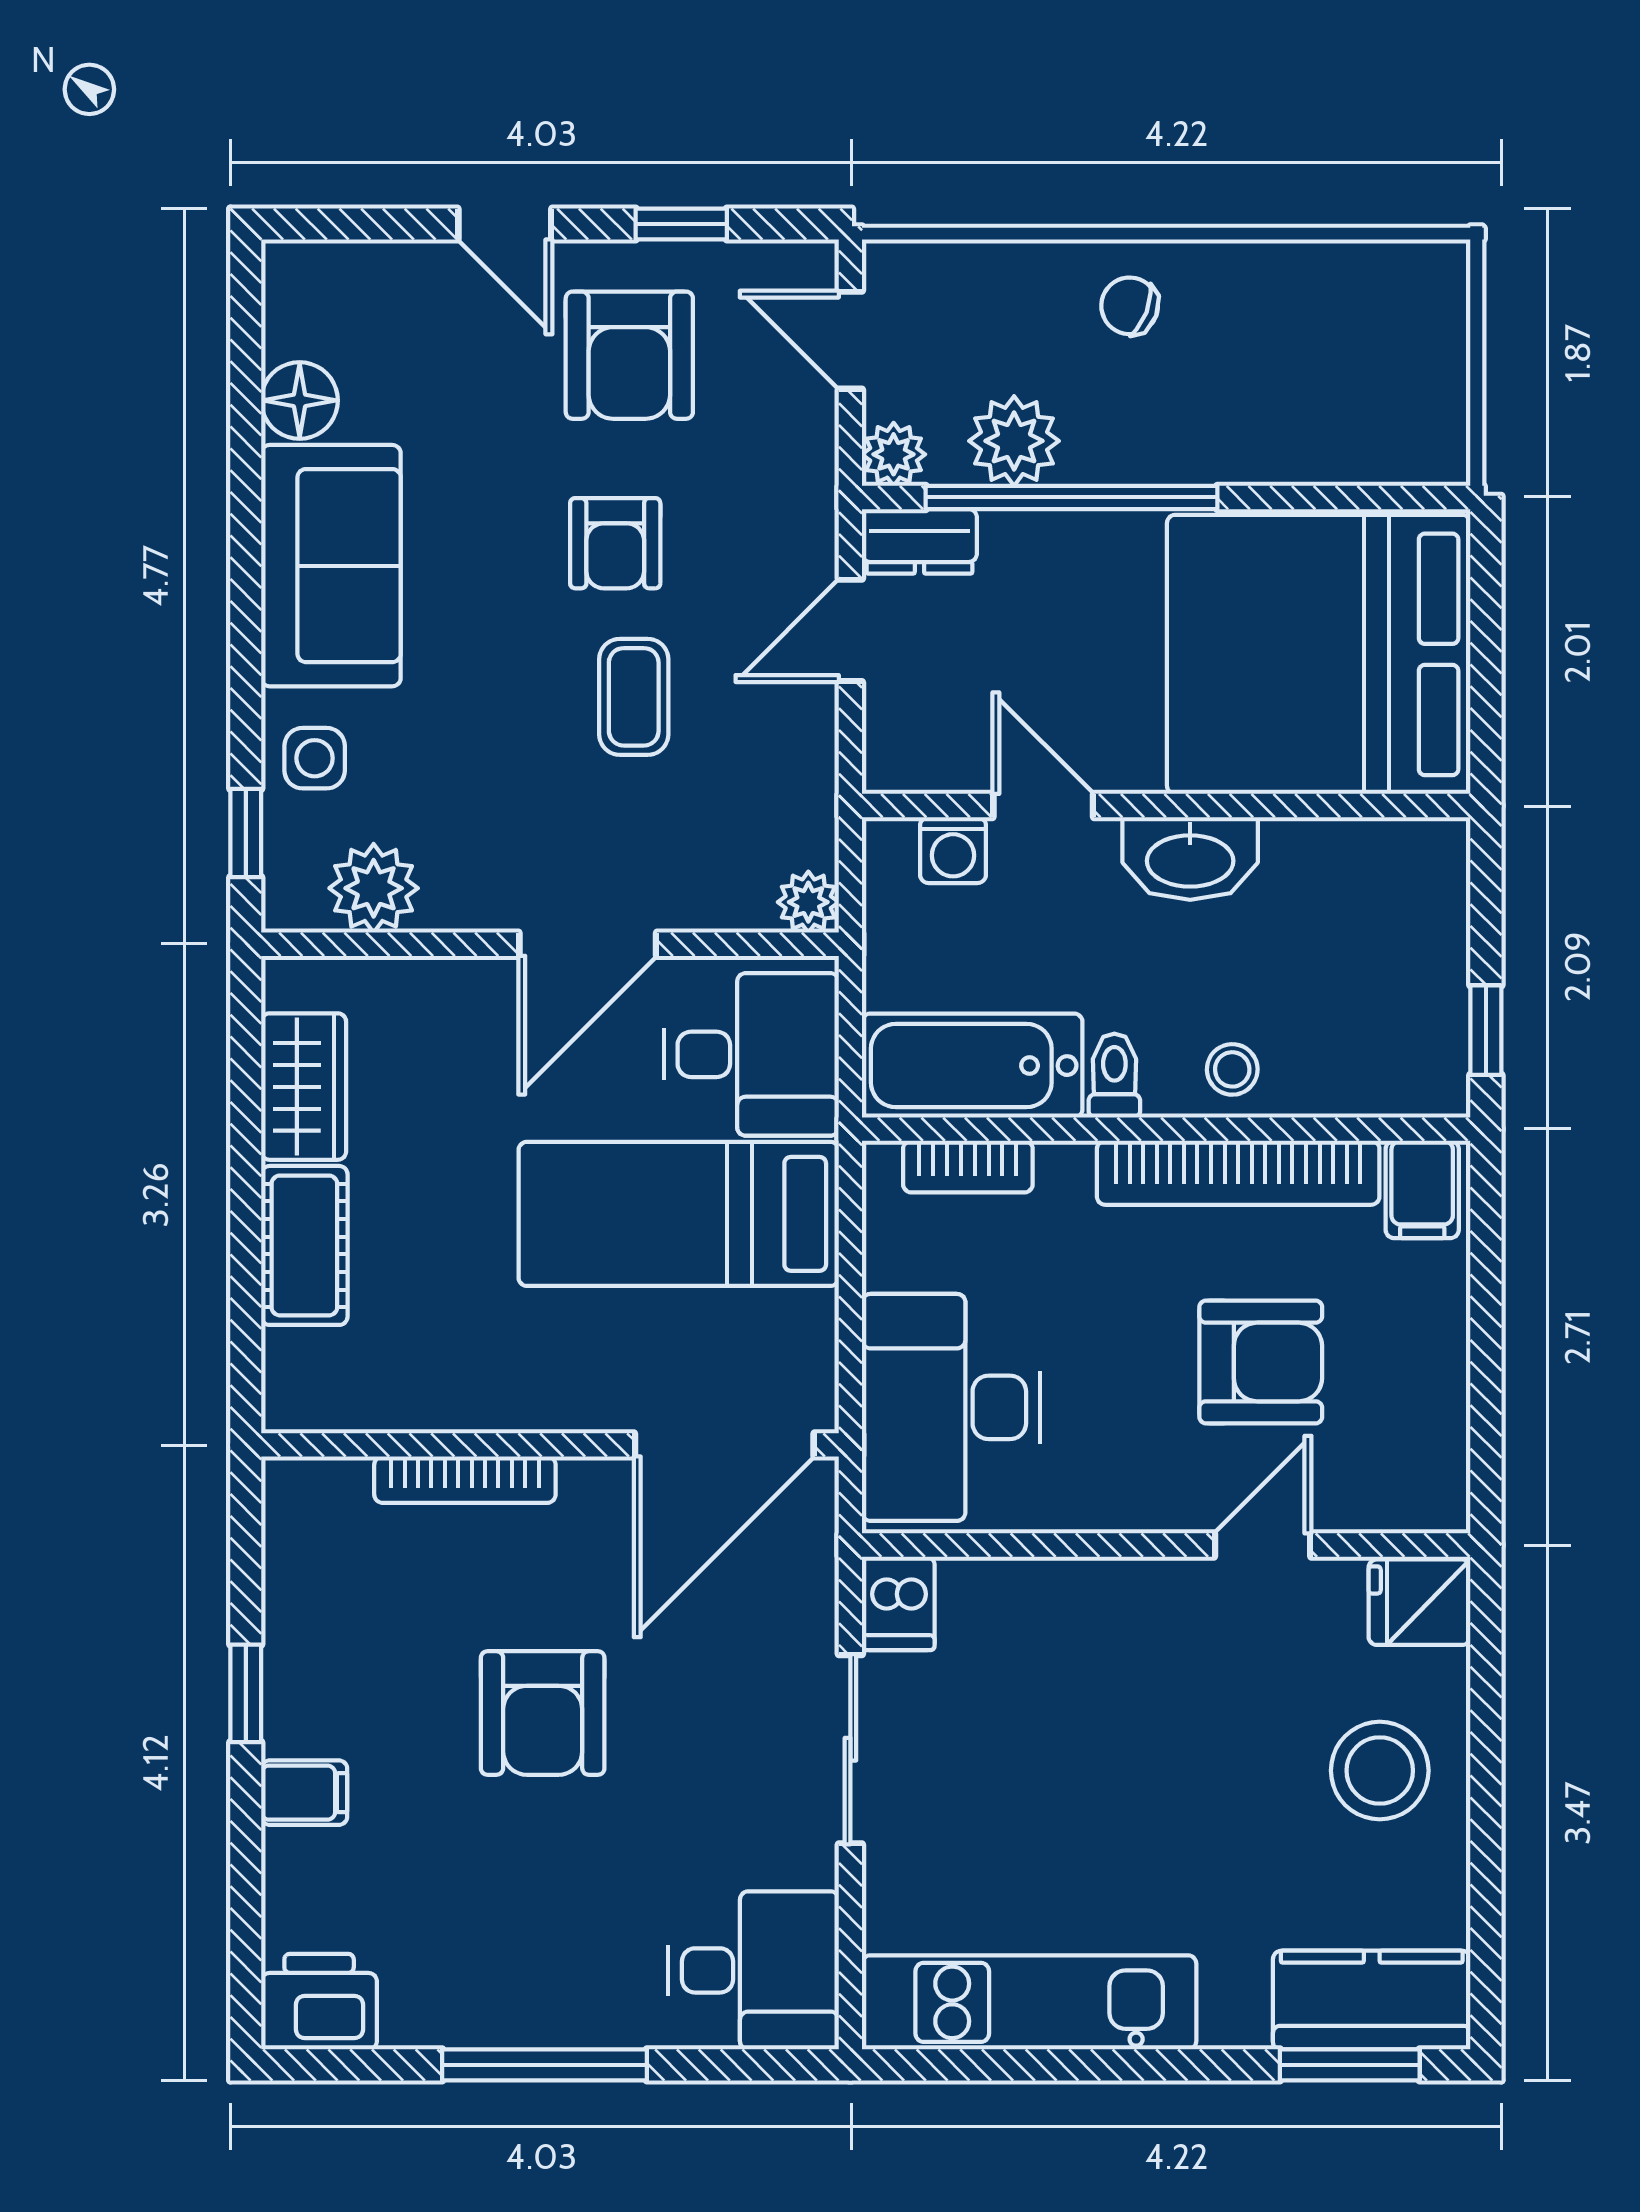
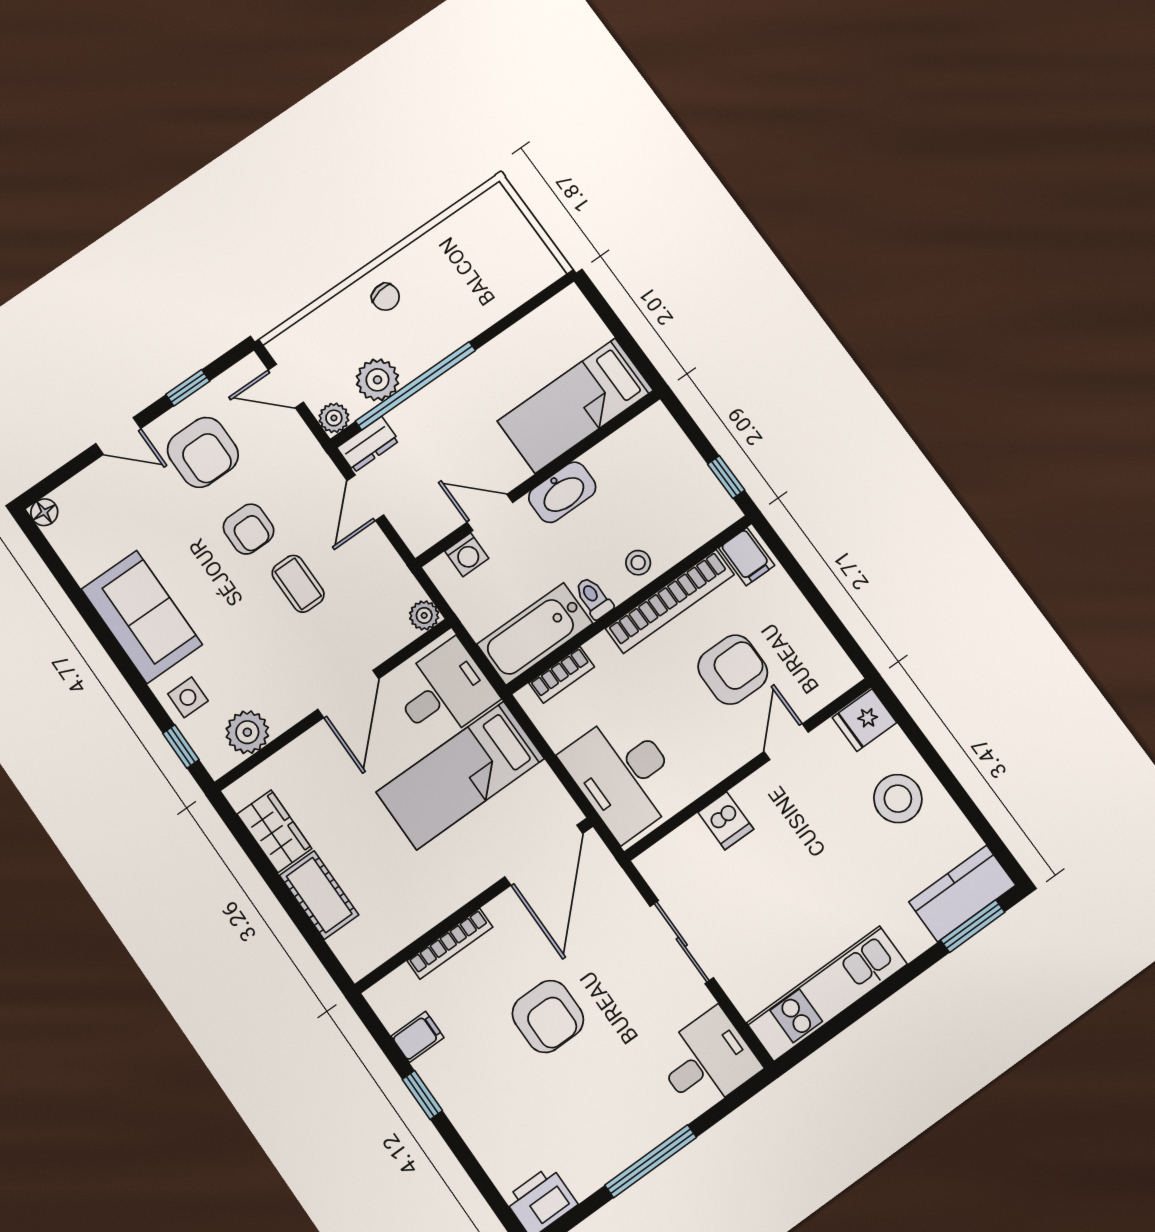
chair: (1130, 306) -> (386, 297), turned -122
floor lamp: (300, 400) -> (44, 512), moved, width x0.73, depth x0.73
bed: (1319, 654) -> (575, 406), width x0.49
dishwasher: (898, 1603) -> (726, 821), moved
filing cabinet: (304, 1793) -> (417, 1037), moved

